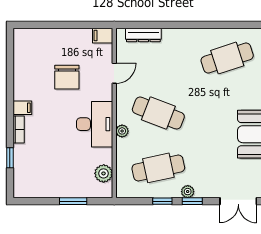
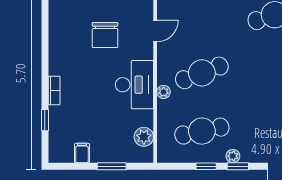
filing cabinet: (22, 108) -> (82, 153), moved, turned -90
cafe table: (158, 113) -> (202, 73), turned -42

